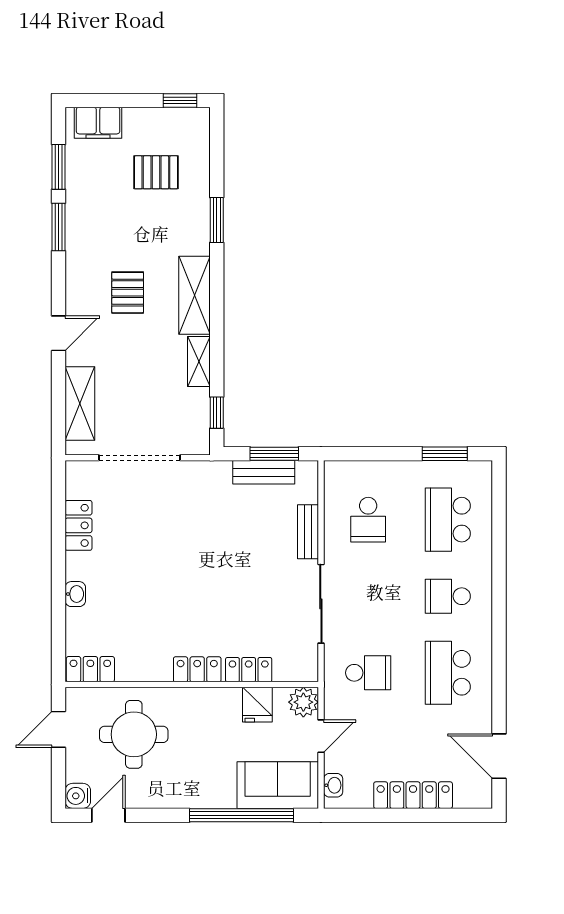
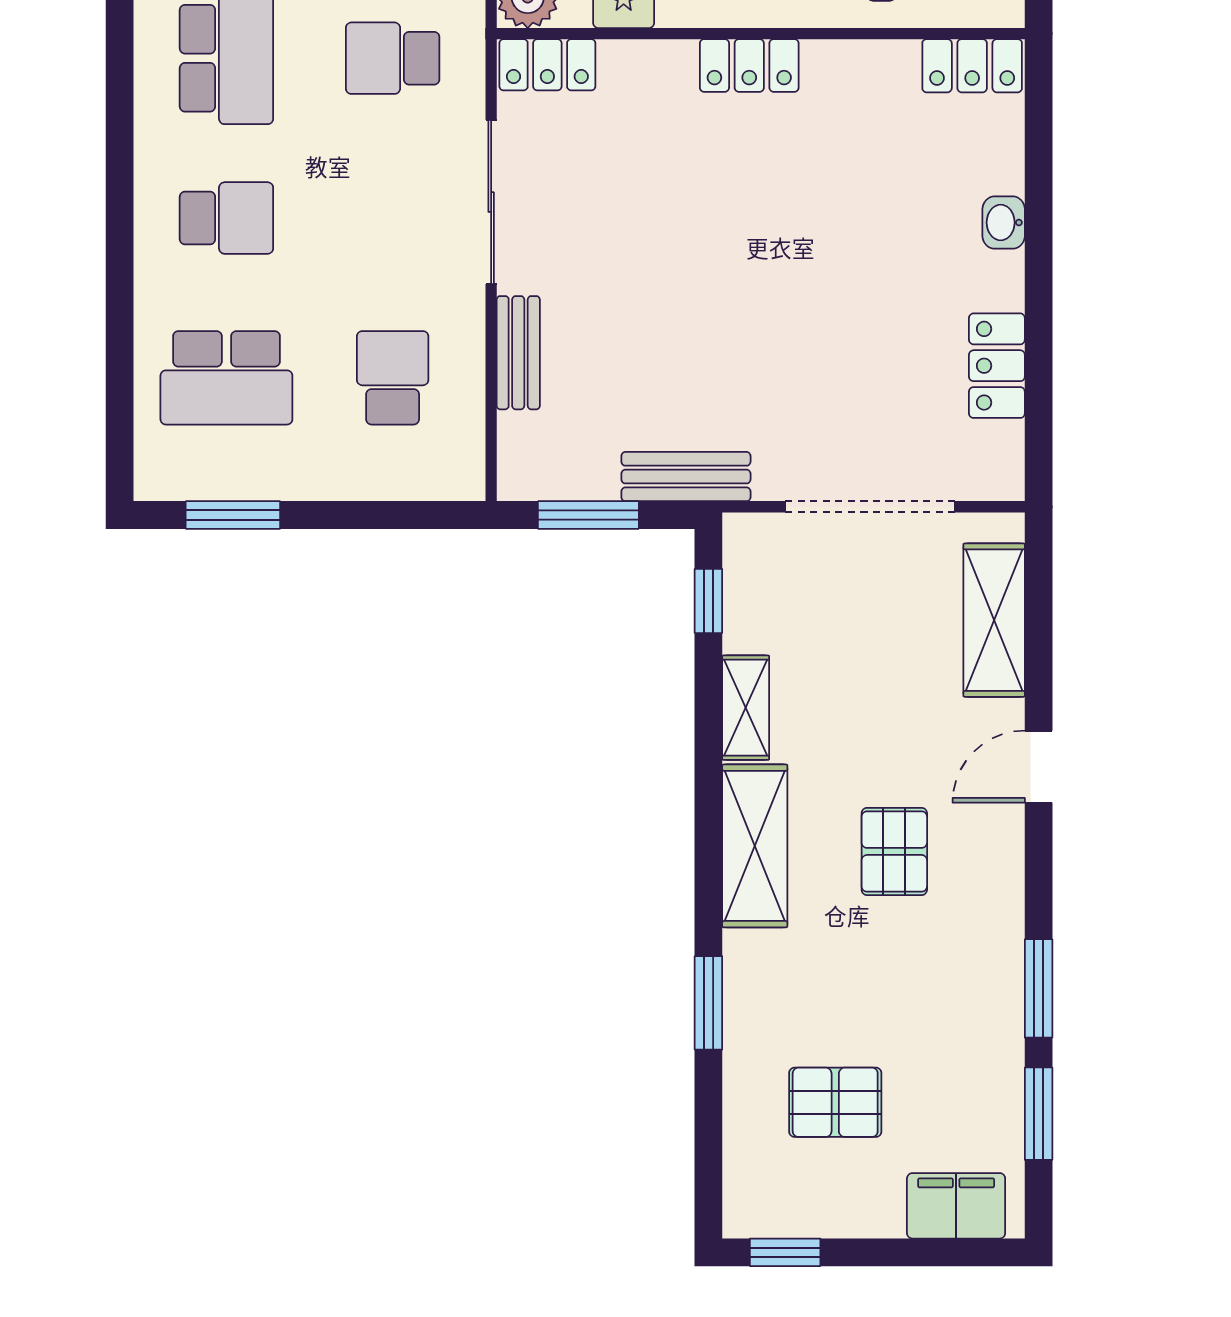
bench: (264, 472) -> (686, 477), moved
school desk: (448, 520) -> (226, 378), turned 90
locker: (249, 670) -> (547, 65), moved

